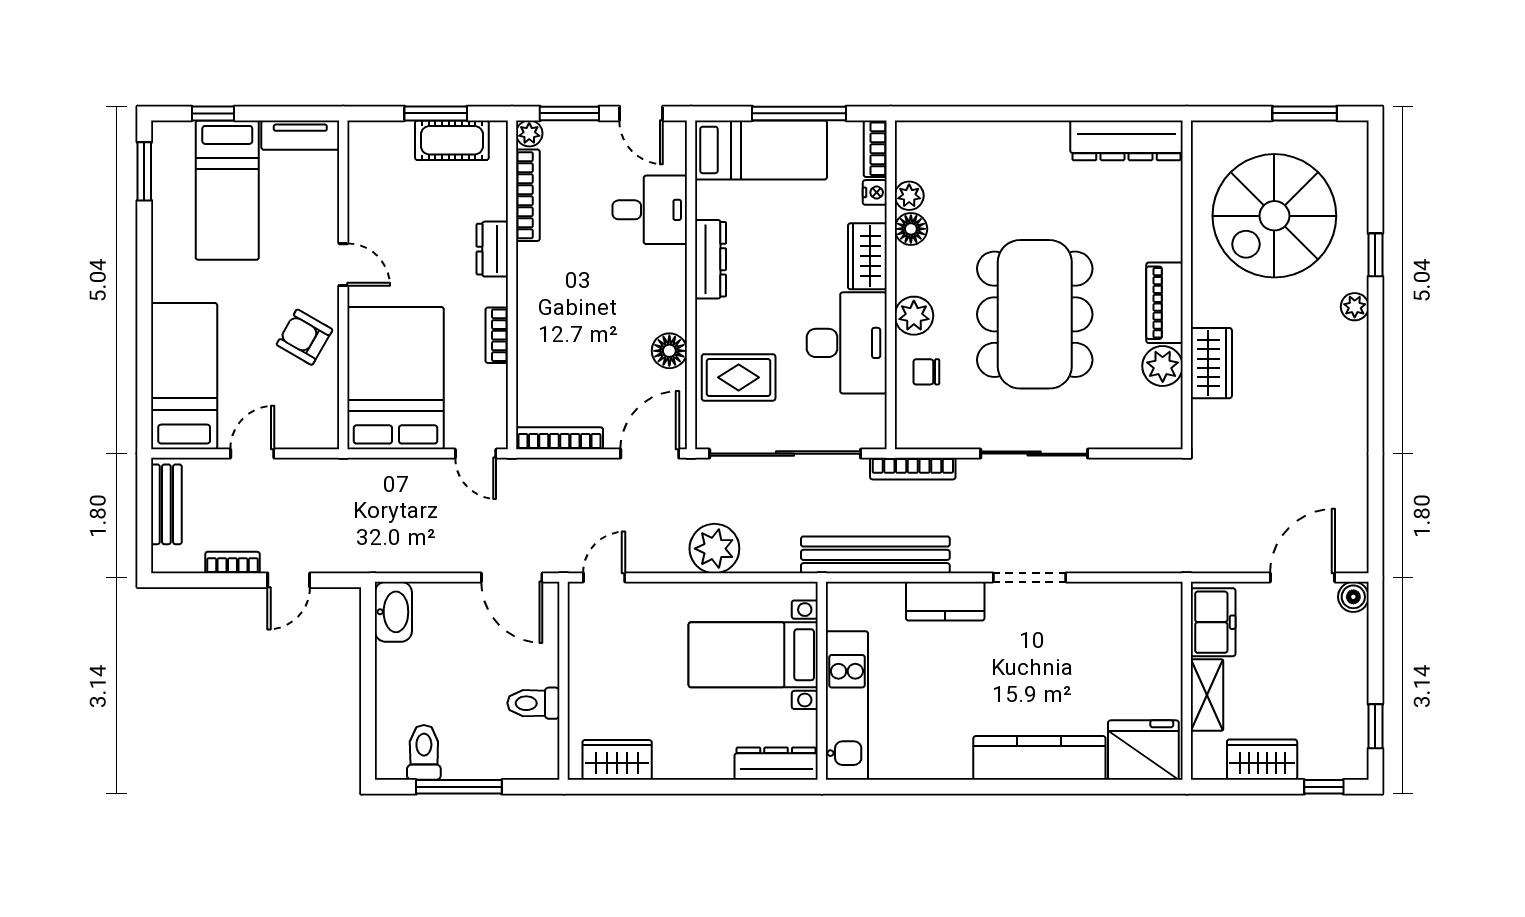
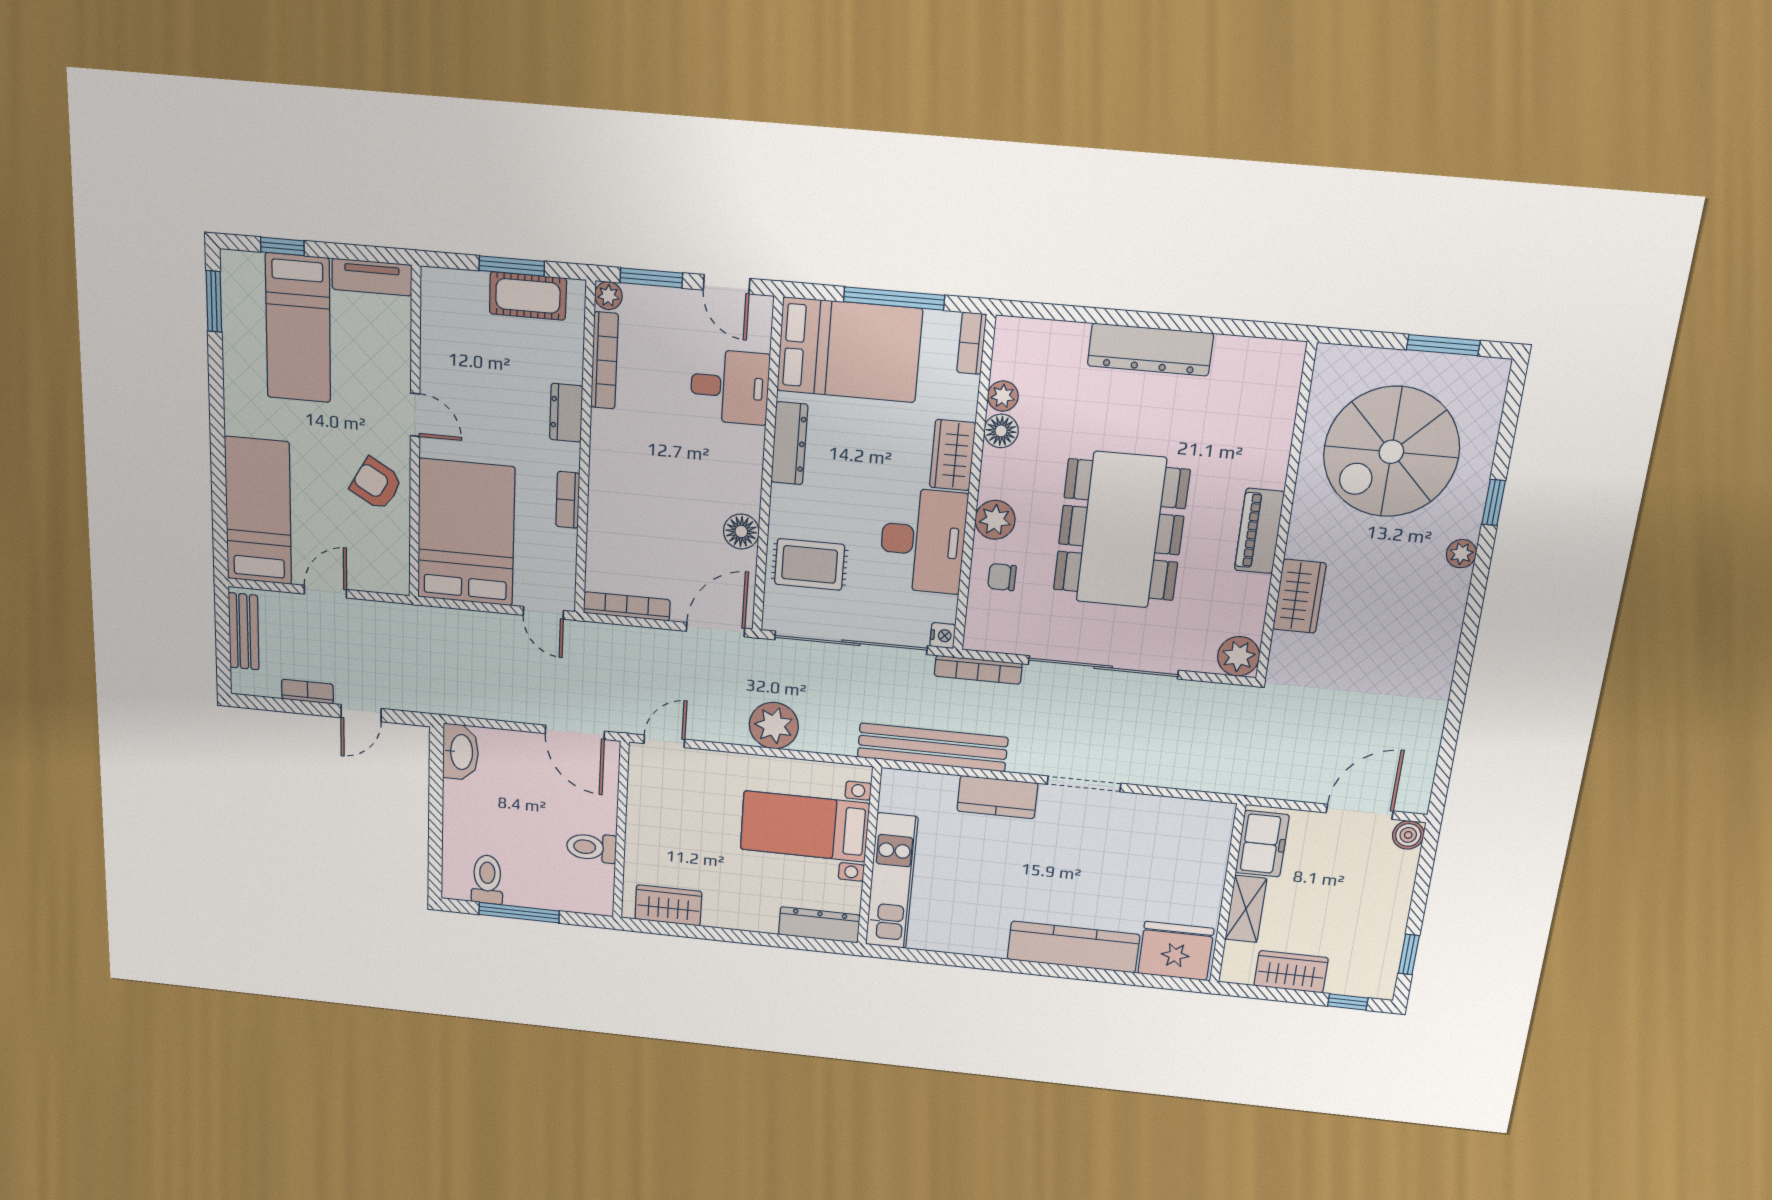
dresser: (1127, 140) -> (1150, 350), moved
bed: (761, 150) -> (849, 350), width x1.50
nightstand: (875, 192) -> (943, 636), moved
plant: (1163, 366) -> (1239, 656), moved
sliding door: (1034, 454) -> (1103, 667), width x1.36

